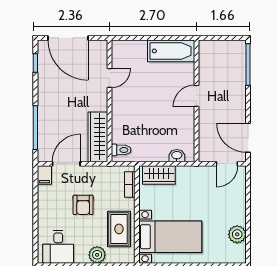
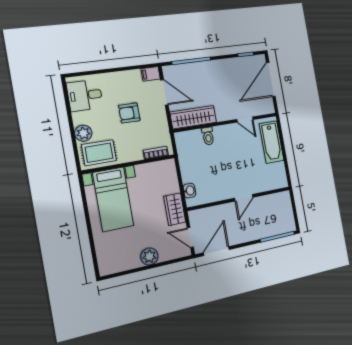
bathtub: (171, 51) -> (272, 142), moved
door: (196, 96) -> (244, 198), swing flipped
toilet: (121, 150) -> (208, 136), moved
wardrobe: (159, 175) -> (175, 209), moved
rug: (119, 229) -> (99, 153), moved
plant: (237, 234) -> (149, 256), moved

